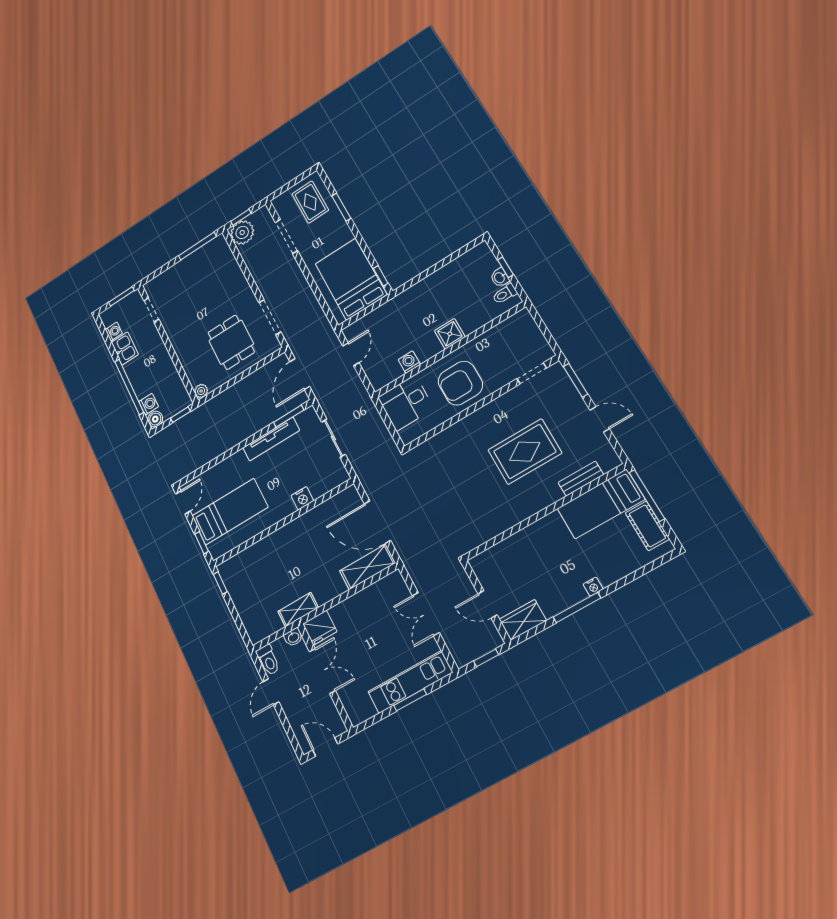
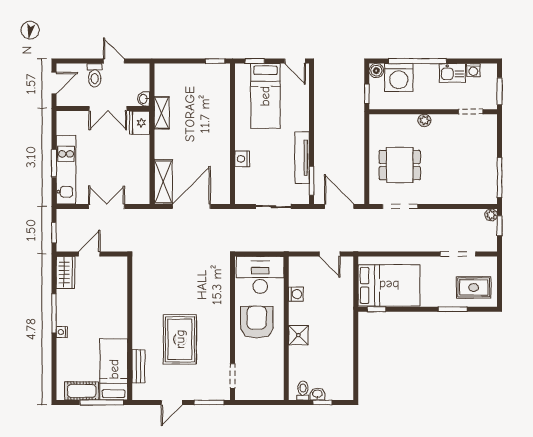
plant: (242, 232) -> (491, 215), width x0.53, depth x0.53
plant: (201, 391) -> (424, 120), moved
desk: (406, 403) -> (260, 275), width x1.37
washing machine: (149, 404) -> (399, 78), width x1.89, depth x1.89
toilet: (268, 660) -> (95, 75), moved, turned -90

